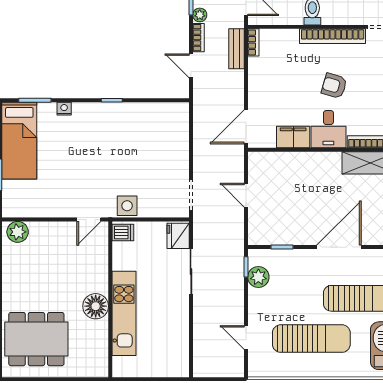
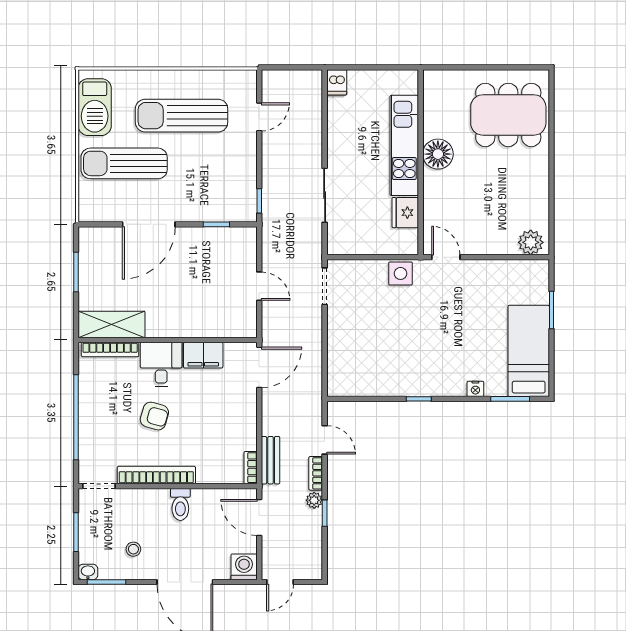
door: (89, 219) -> (446, 257), hinge flipped
dishwasher: (123, 232) -> (337, 82), moved, turned -90
fridge: (178, 236) -> (405, 213), moved, turned 180
plant: (258, 277) -> (244, 189), removed
door: (246, 337) -> (259, 117), hinge flipped

